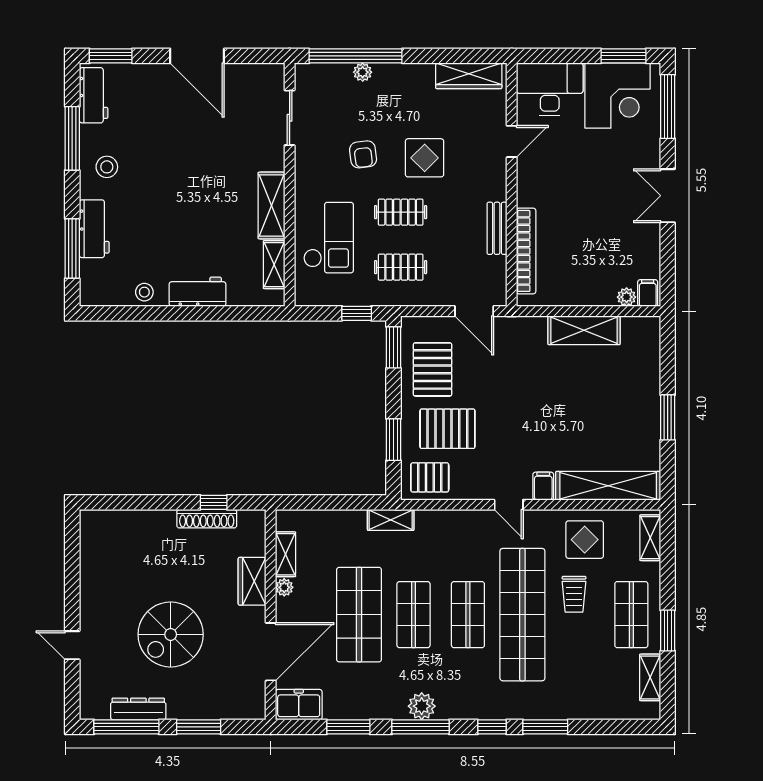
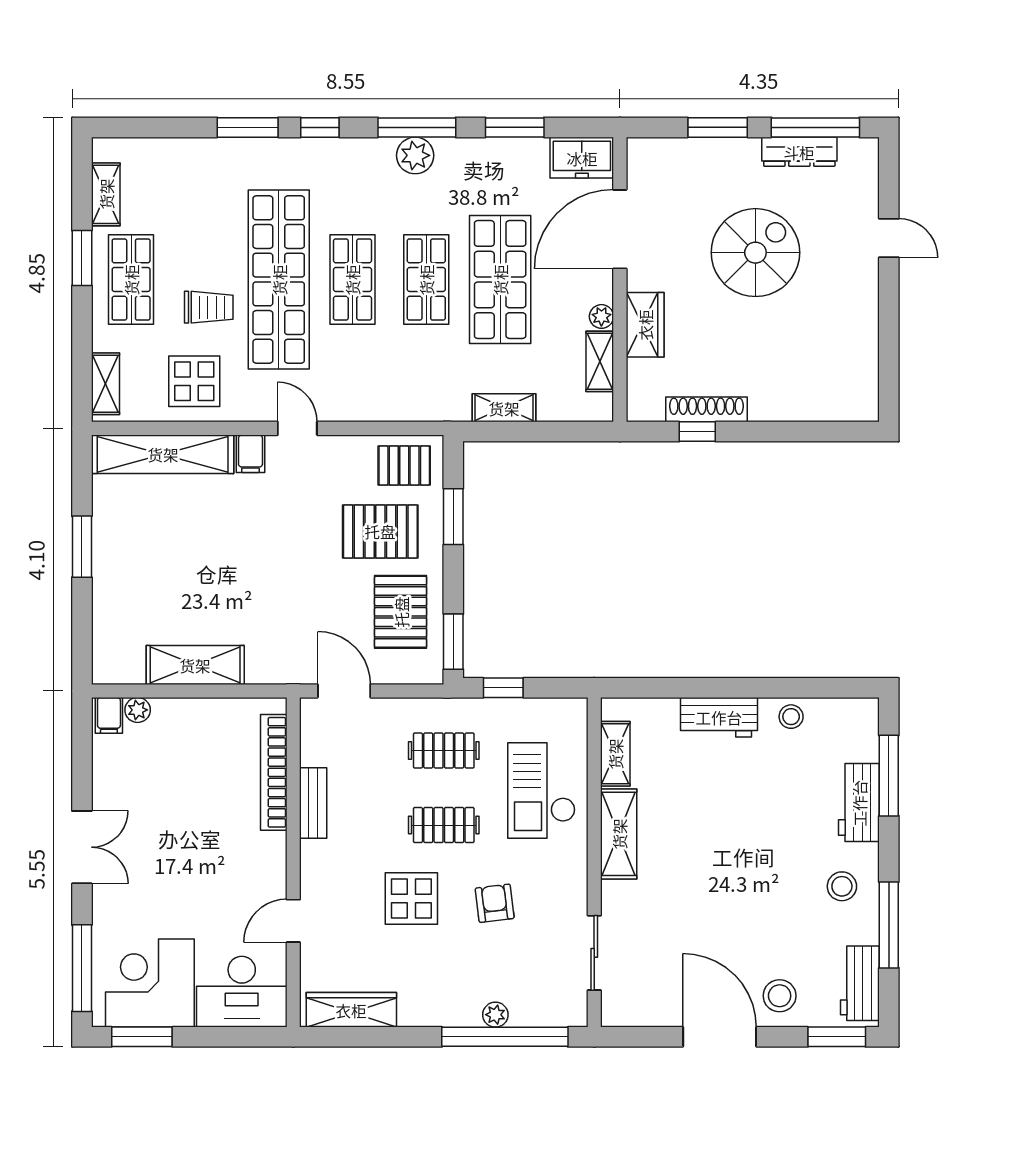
stool: (153, 86) -> (780, 996), added
shelving: (391, 520) -> (504, 408), moved
trolley: (574, 594) -> (209, 307), turned 90

